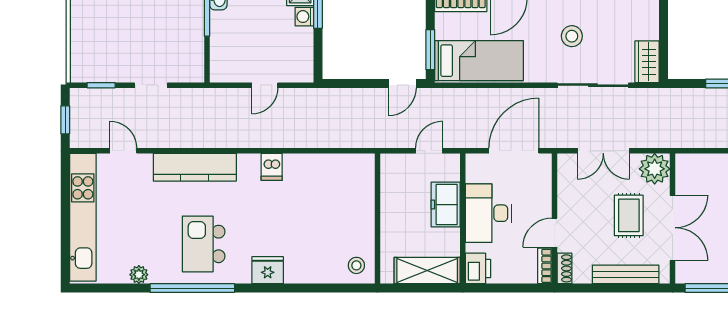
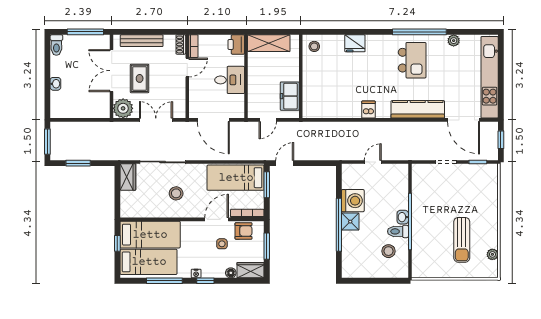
washing machine: (304, 17) -> (353, 201), width x1.89, depth x1.89
door: (123, 151) -> (464, 120), width x1.88
door: (514, 151) -> (213, 120), hinge flipped
freezer: (446, 205) -> (290, 96), moved, turned 180
desk: (488, 213) -> (230, 80), width x0.73
fridge: (268, 270) -> (355, 43), moved

